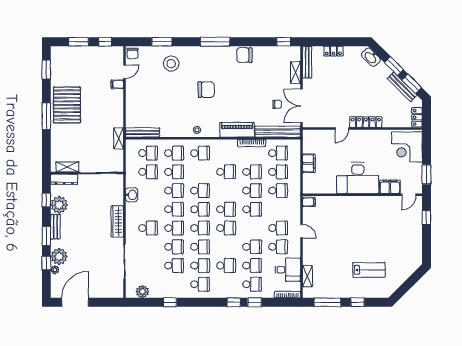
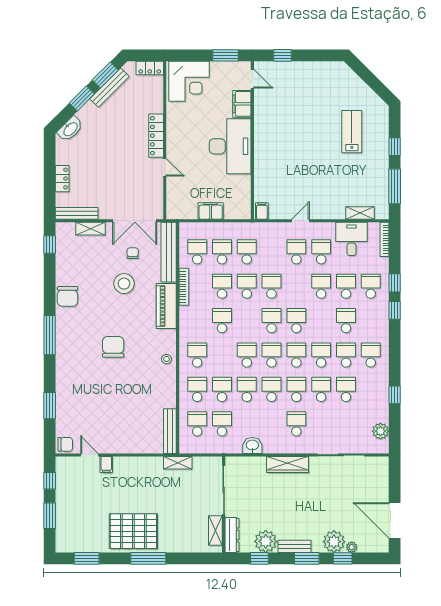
stool: (171, 64) -> (124, 284), moved

